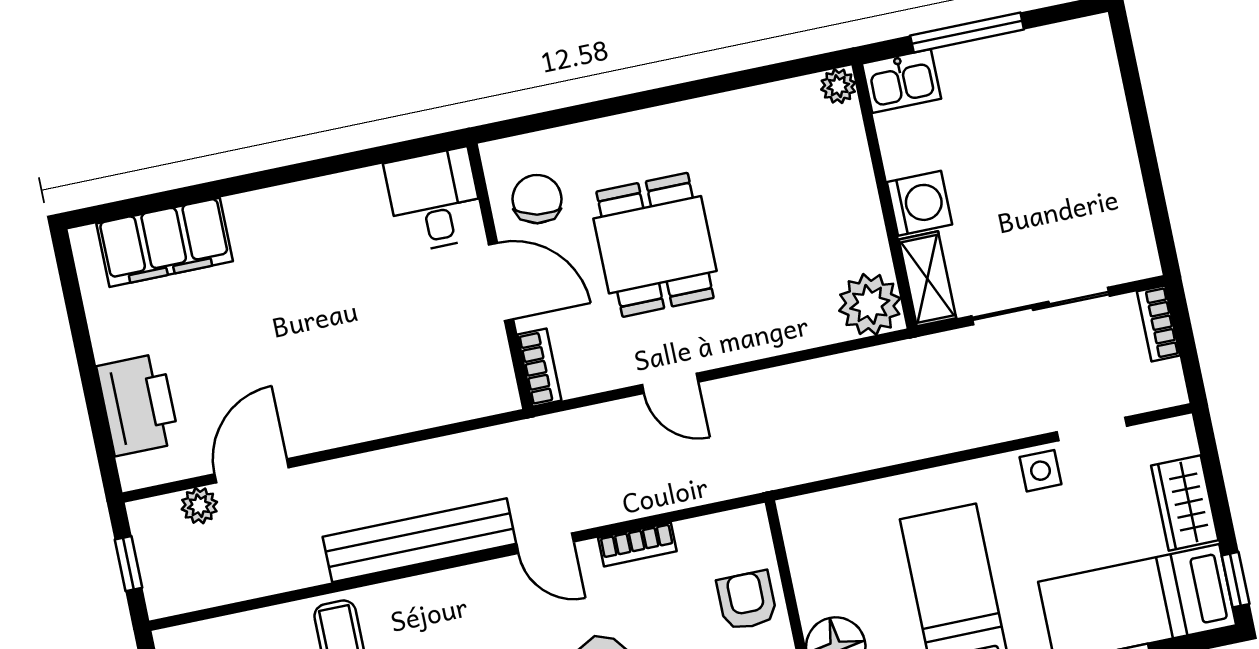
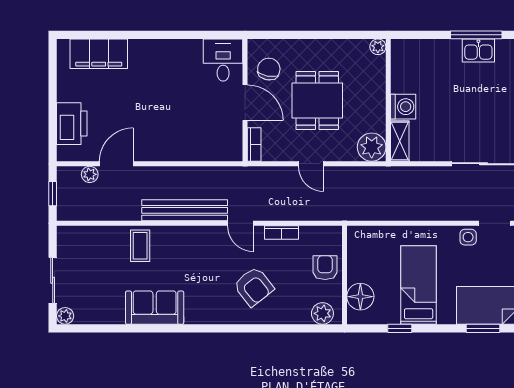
kitchen sink: (902, 81) -> (478, 50), moved
plant: (838, 86) -> (378, 47), moved
wall: (884, 196) -> (388, 100), moved
washing machine: (919, 203) -> (403, 107), moved
shelving: (927, 279) -> (400, 141), moved
plant: (870, 304) -> (372, 147), moved

